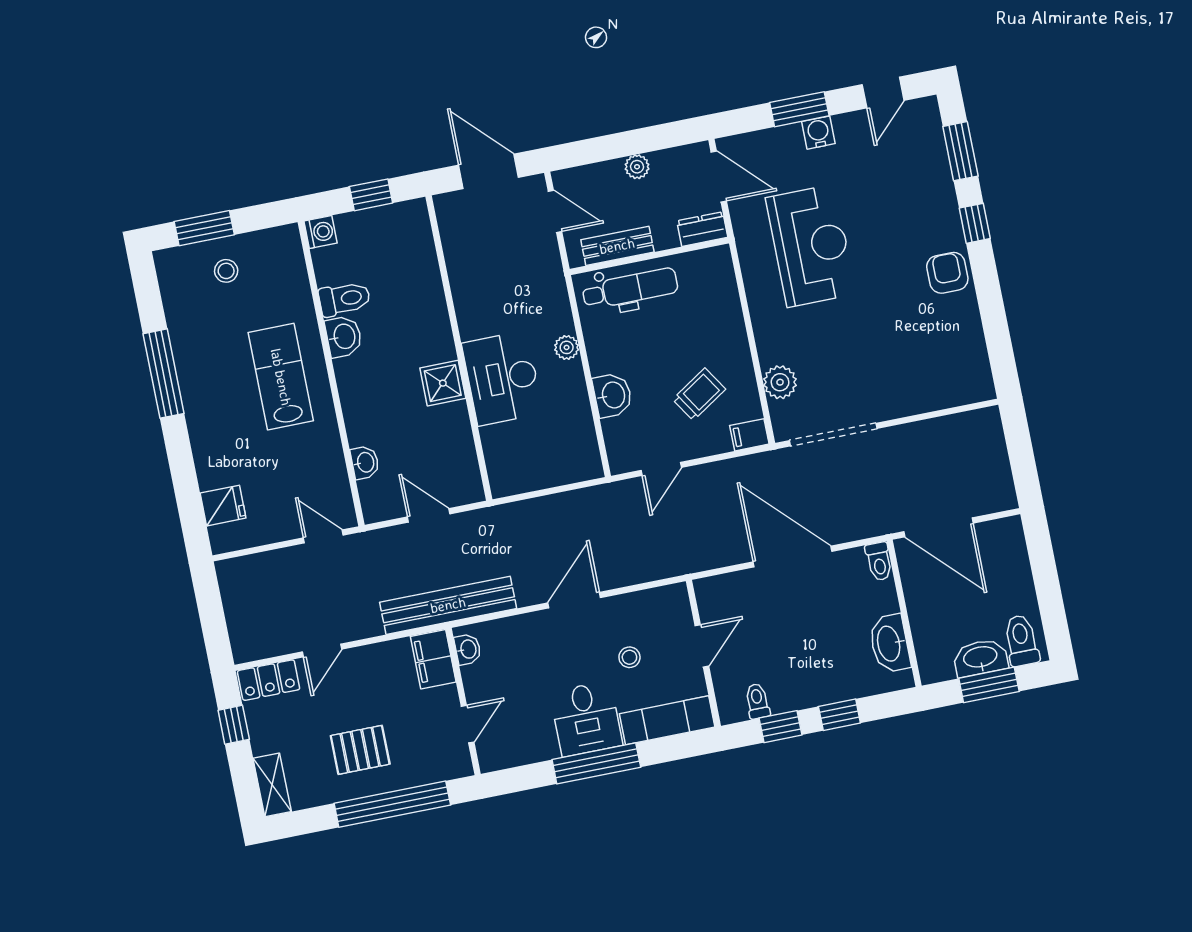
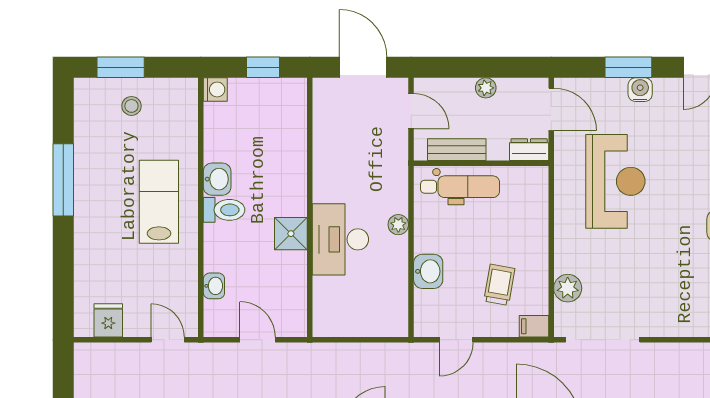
toilet: (345, 299) -> (224, 210), moved
trolley: (699, 394) -> (499, 285), turned -47
fridge: (223, 506) -> (108, 320), moved, turned -90

